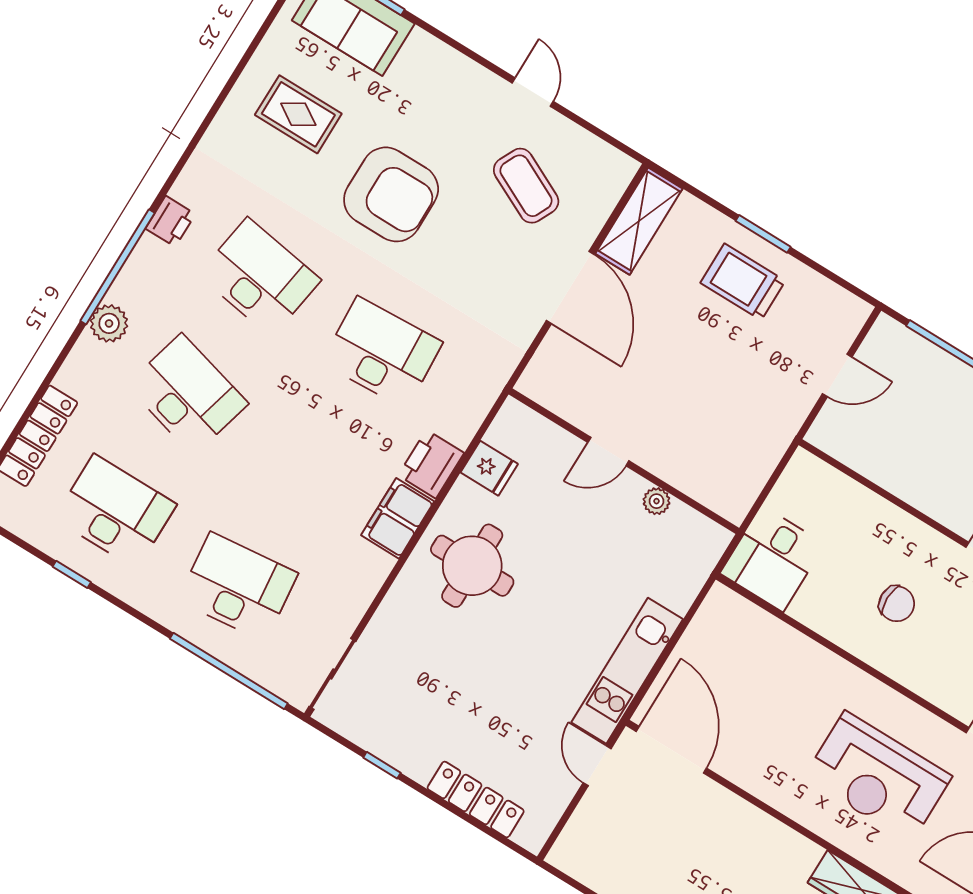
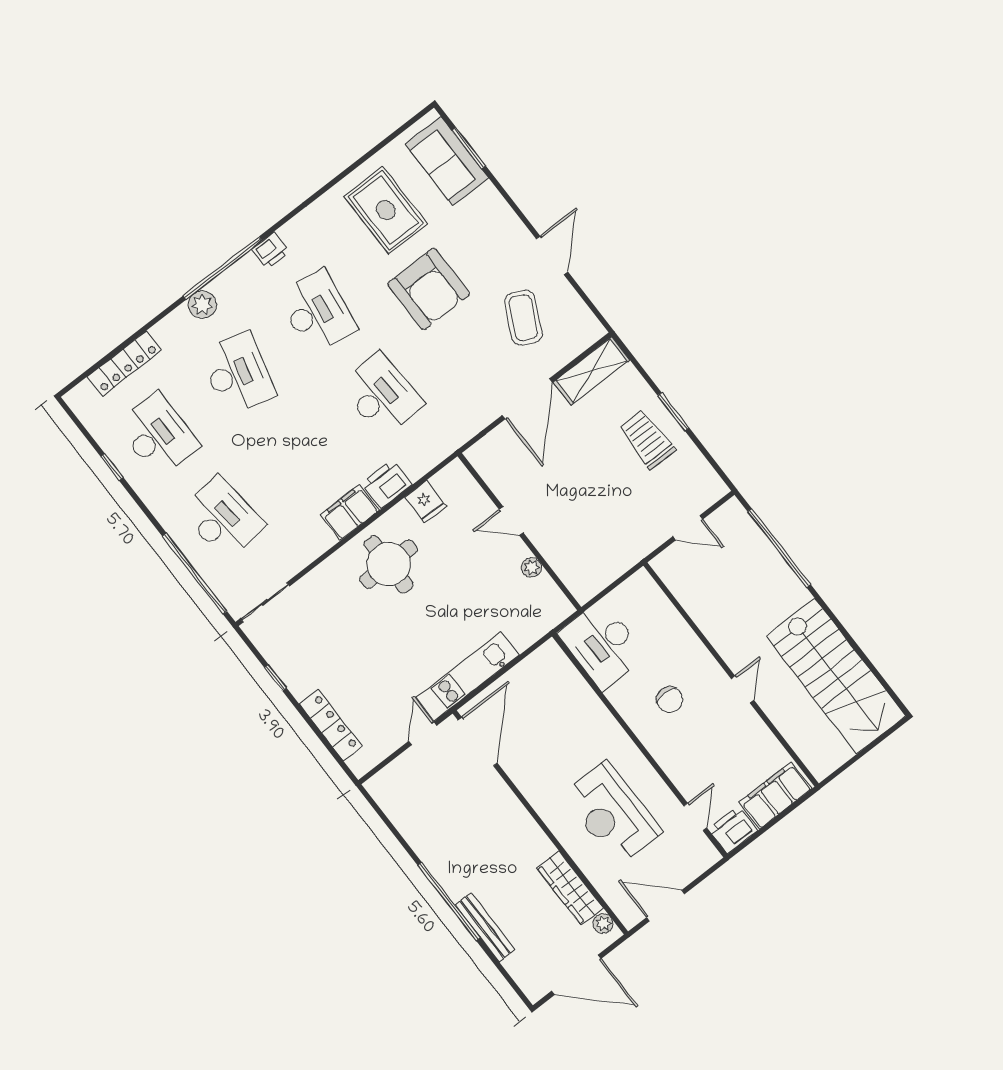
door: (533, 92) -> (552, 255), width x1.38
rug: (298, 114) -> (386, 210), width x1.36, depth x1.43
desk: (772, 559) -> (602, 645), width x1.37

